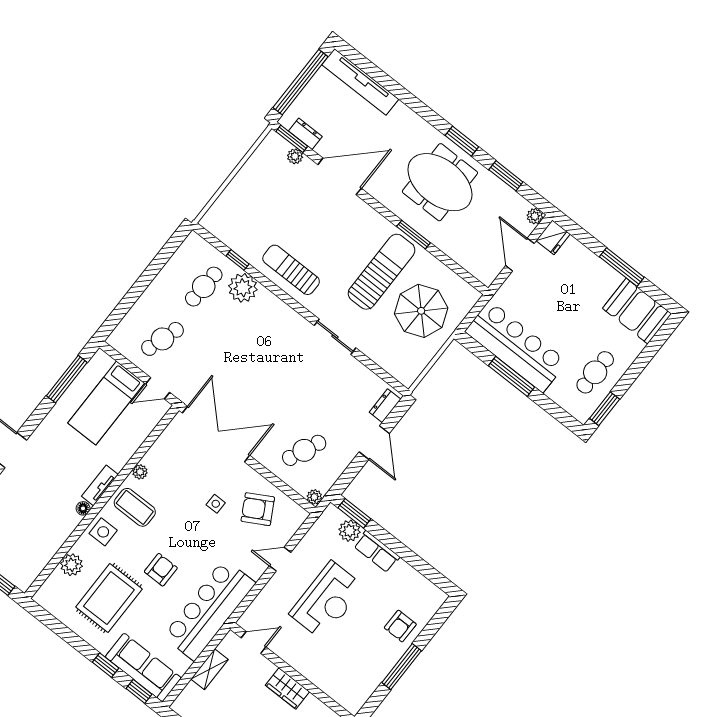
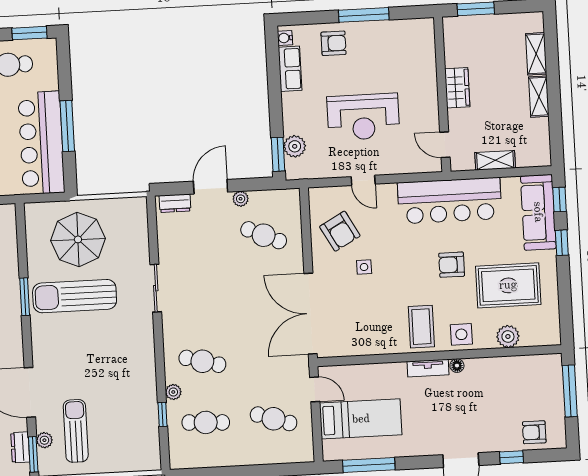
sun lounger: (291, 270) -> (76, 431), moved, turned 180
plant: (243, 288) -> (173, 392), width x0.53, depth x0.53
cafe table: (251, 324) -> (202, 361), added
plant: (140, 472) -> (391, 347), removed
plant: (314, 497) -> (241, 199), moved
row of seats: (377, 552) -> (290, 69), moved
water cooler: (436, 594) -> (285, 38), added
reception desk: (327, 600) -> (363, 117), turned 180

